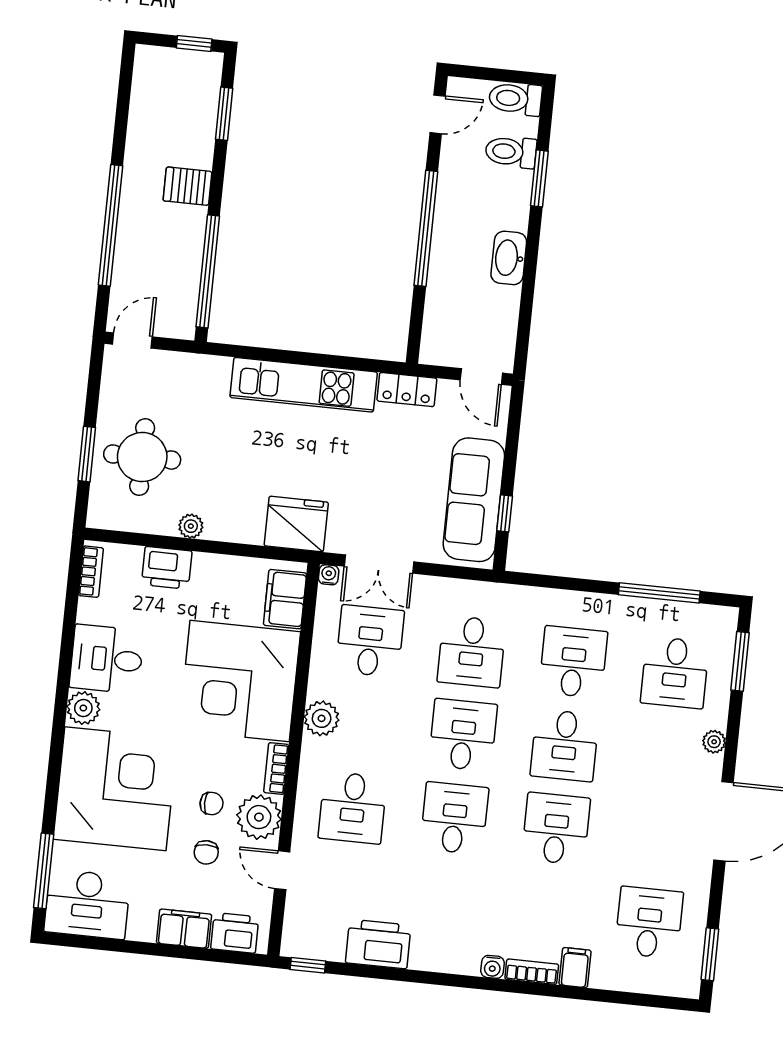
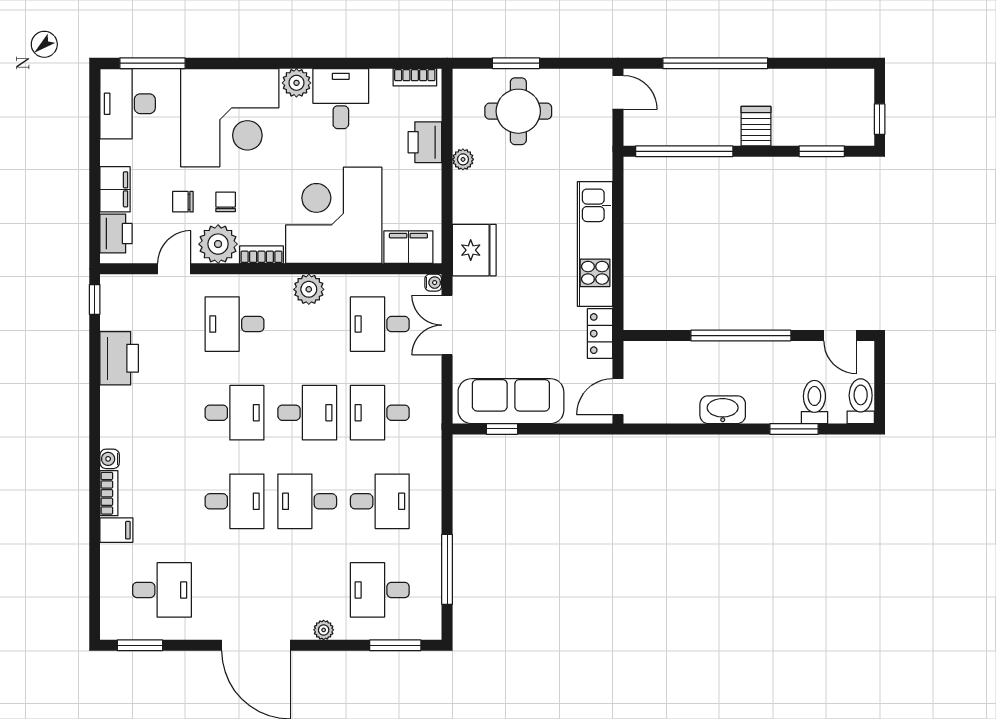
desk: (370, 641) -> (380, 324), turned 180
chair: (212, 804) -> (226, 202), turned 180

